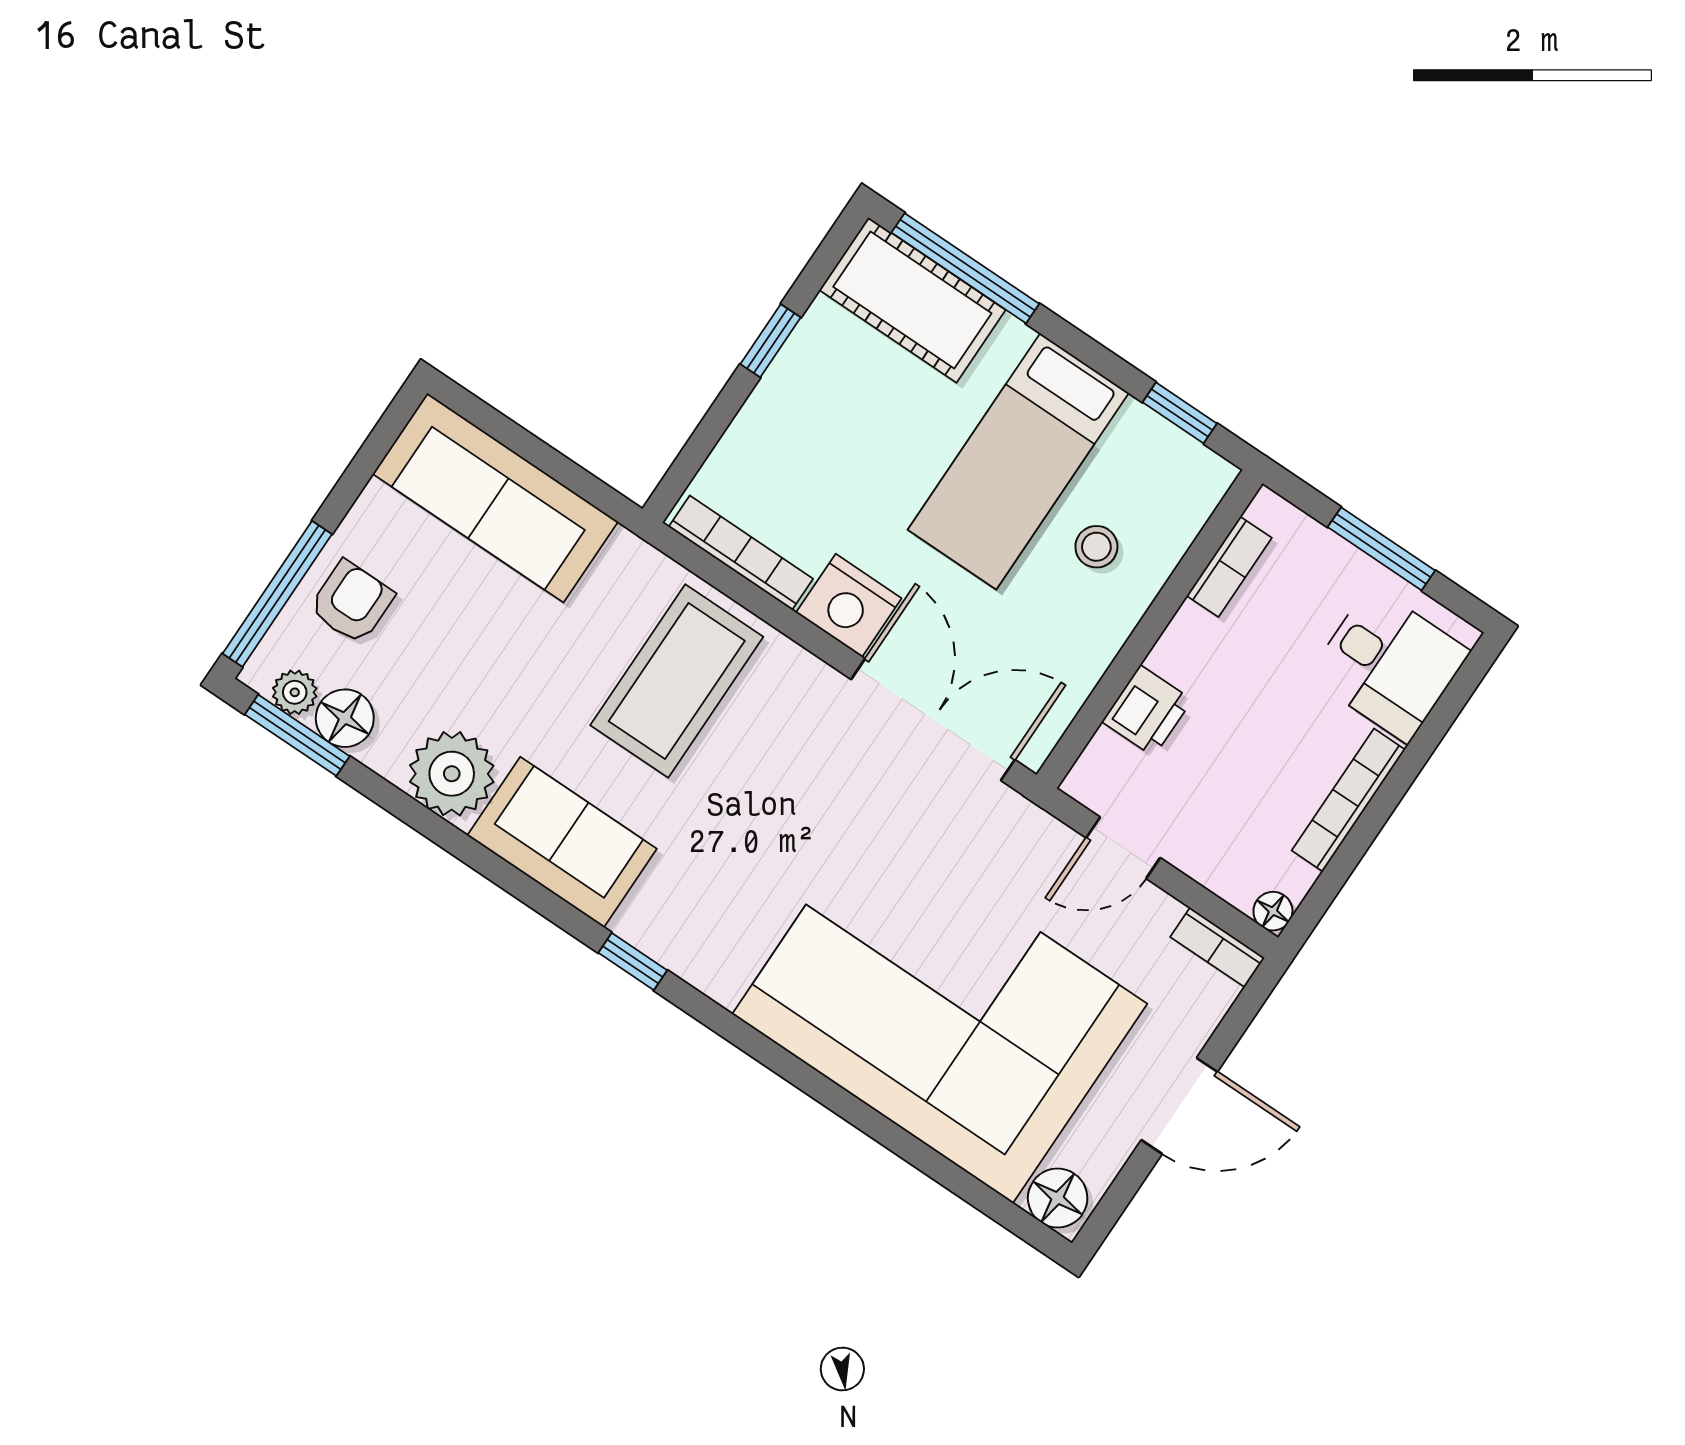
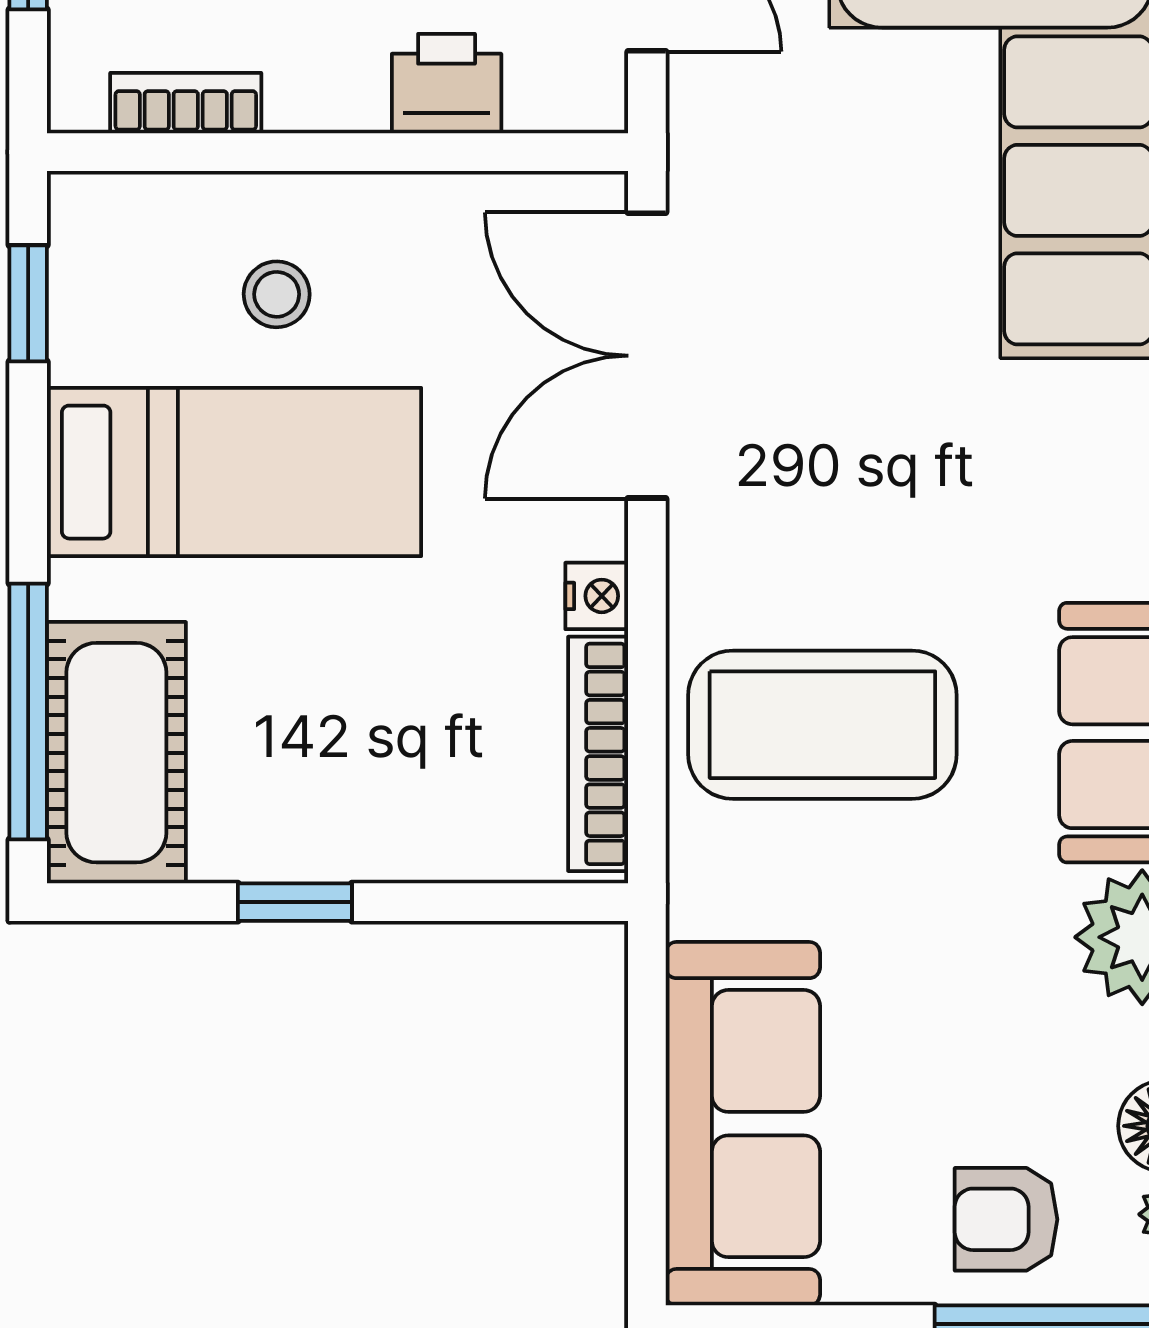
nightstand: (849, 605) -> (597, 596), width x0.53, depth x0.56

